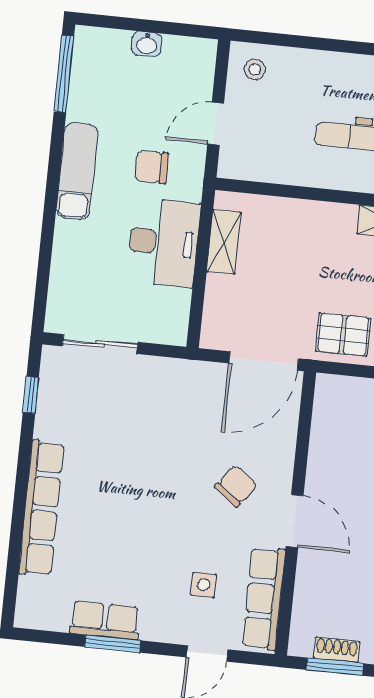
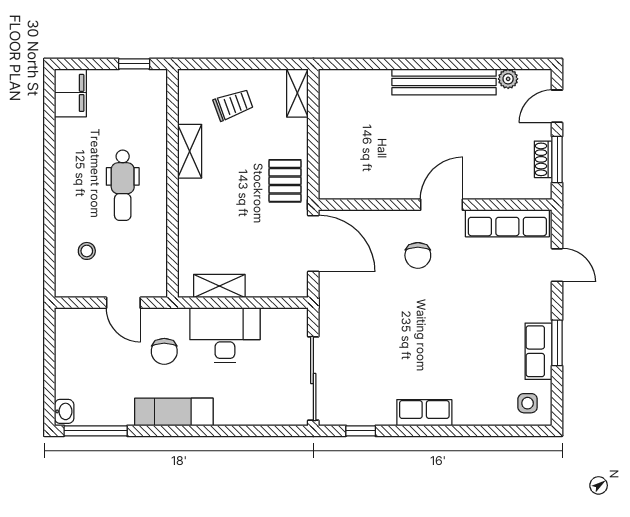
washbasin: (147, 44) -> (64, 411), moved
stool: (255, 69) -> (87, 251), moved
sliding door: (100, 344) -> (313, 379), width x1.37
chair: (236, 486) -> (418, 255), turned -128
row of seats: (41, 508) -> (424, 413), width x0.50
side table: (204, 585) -> (528, 403), moved

